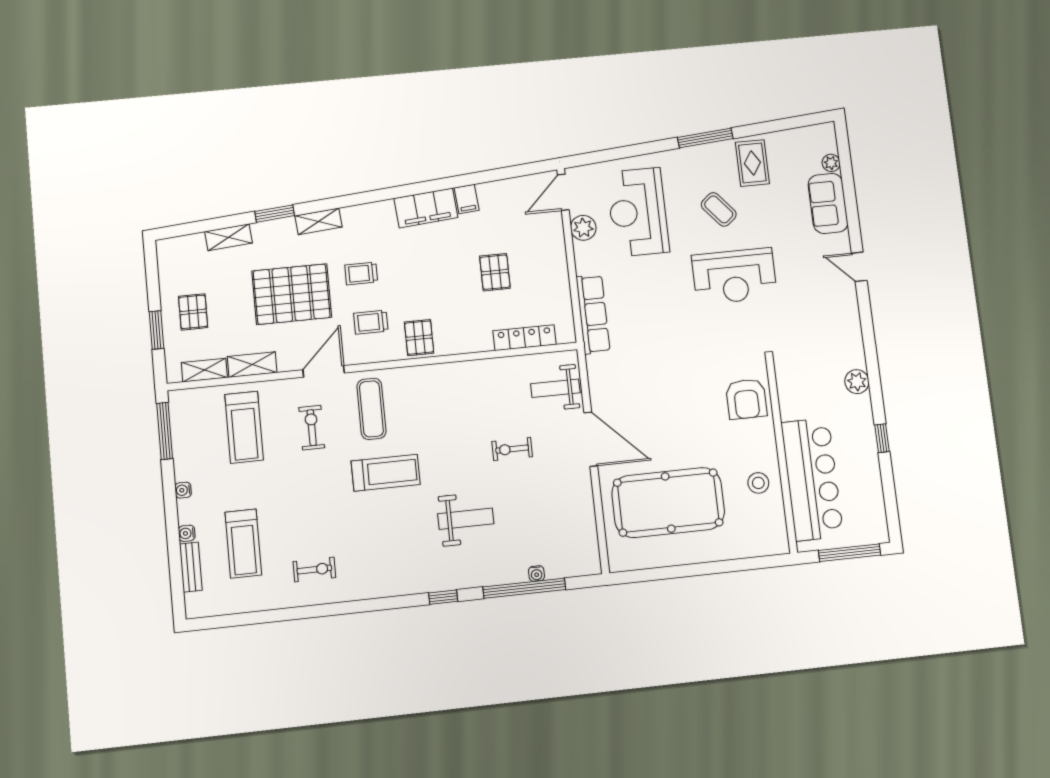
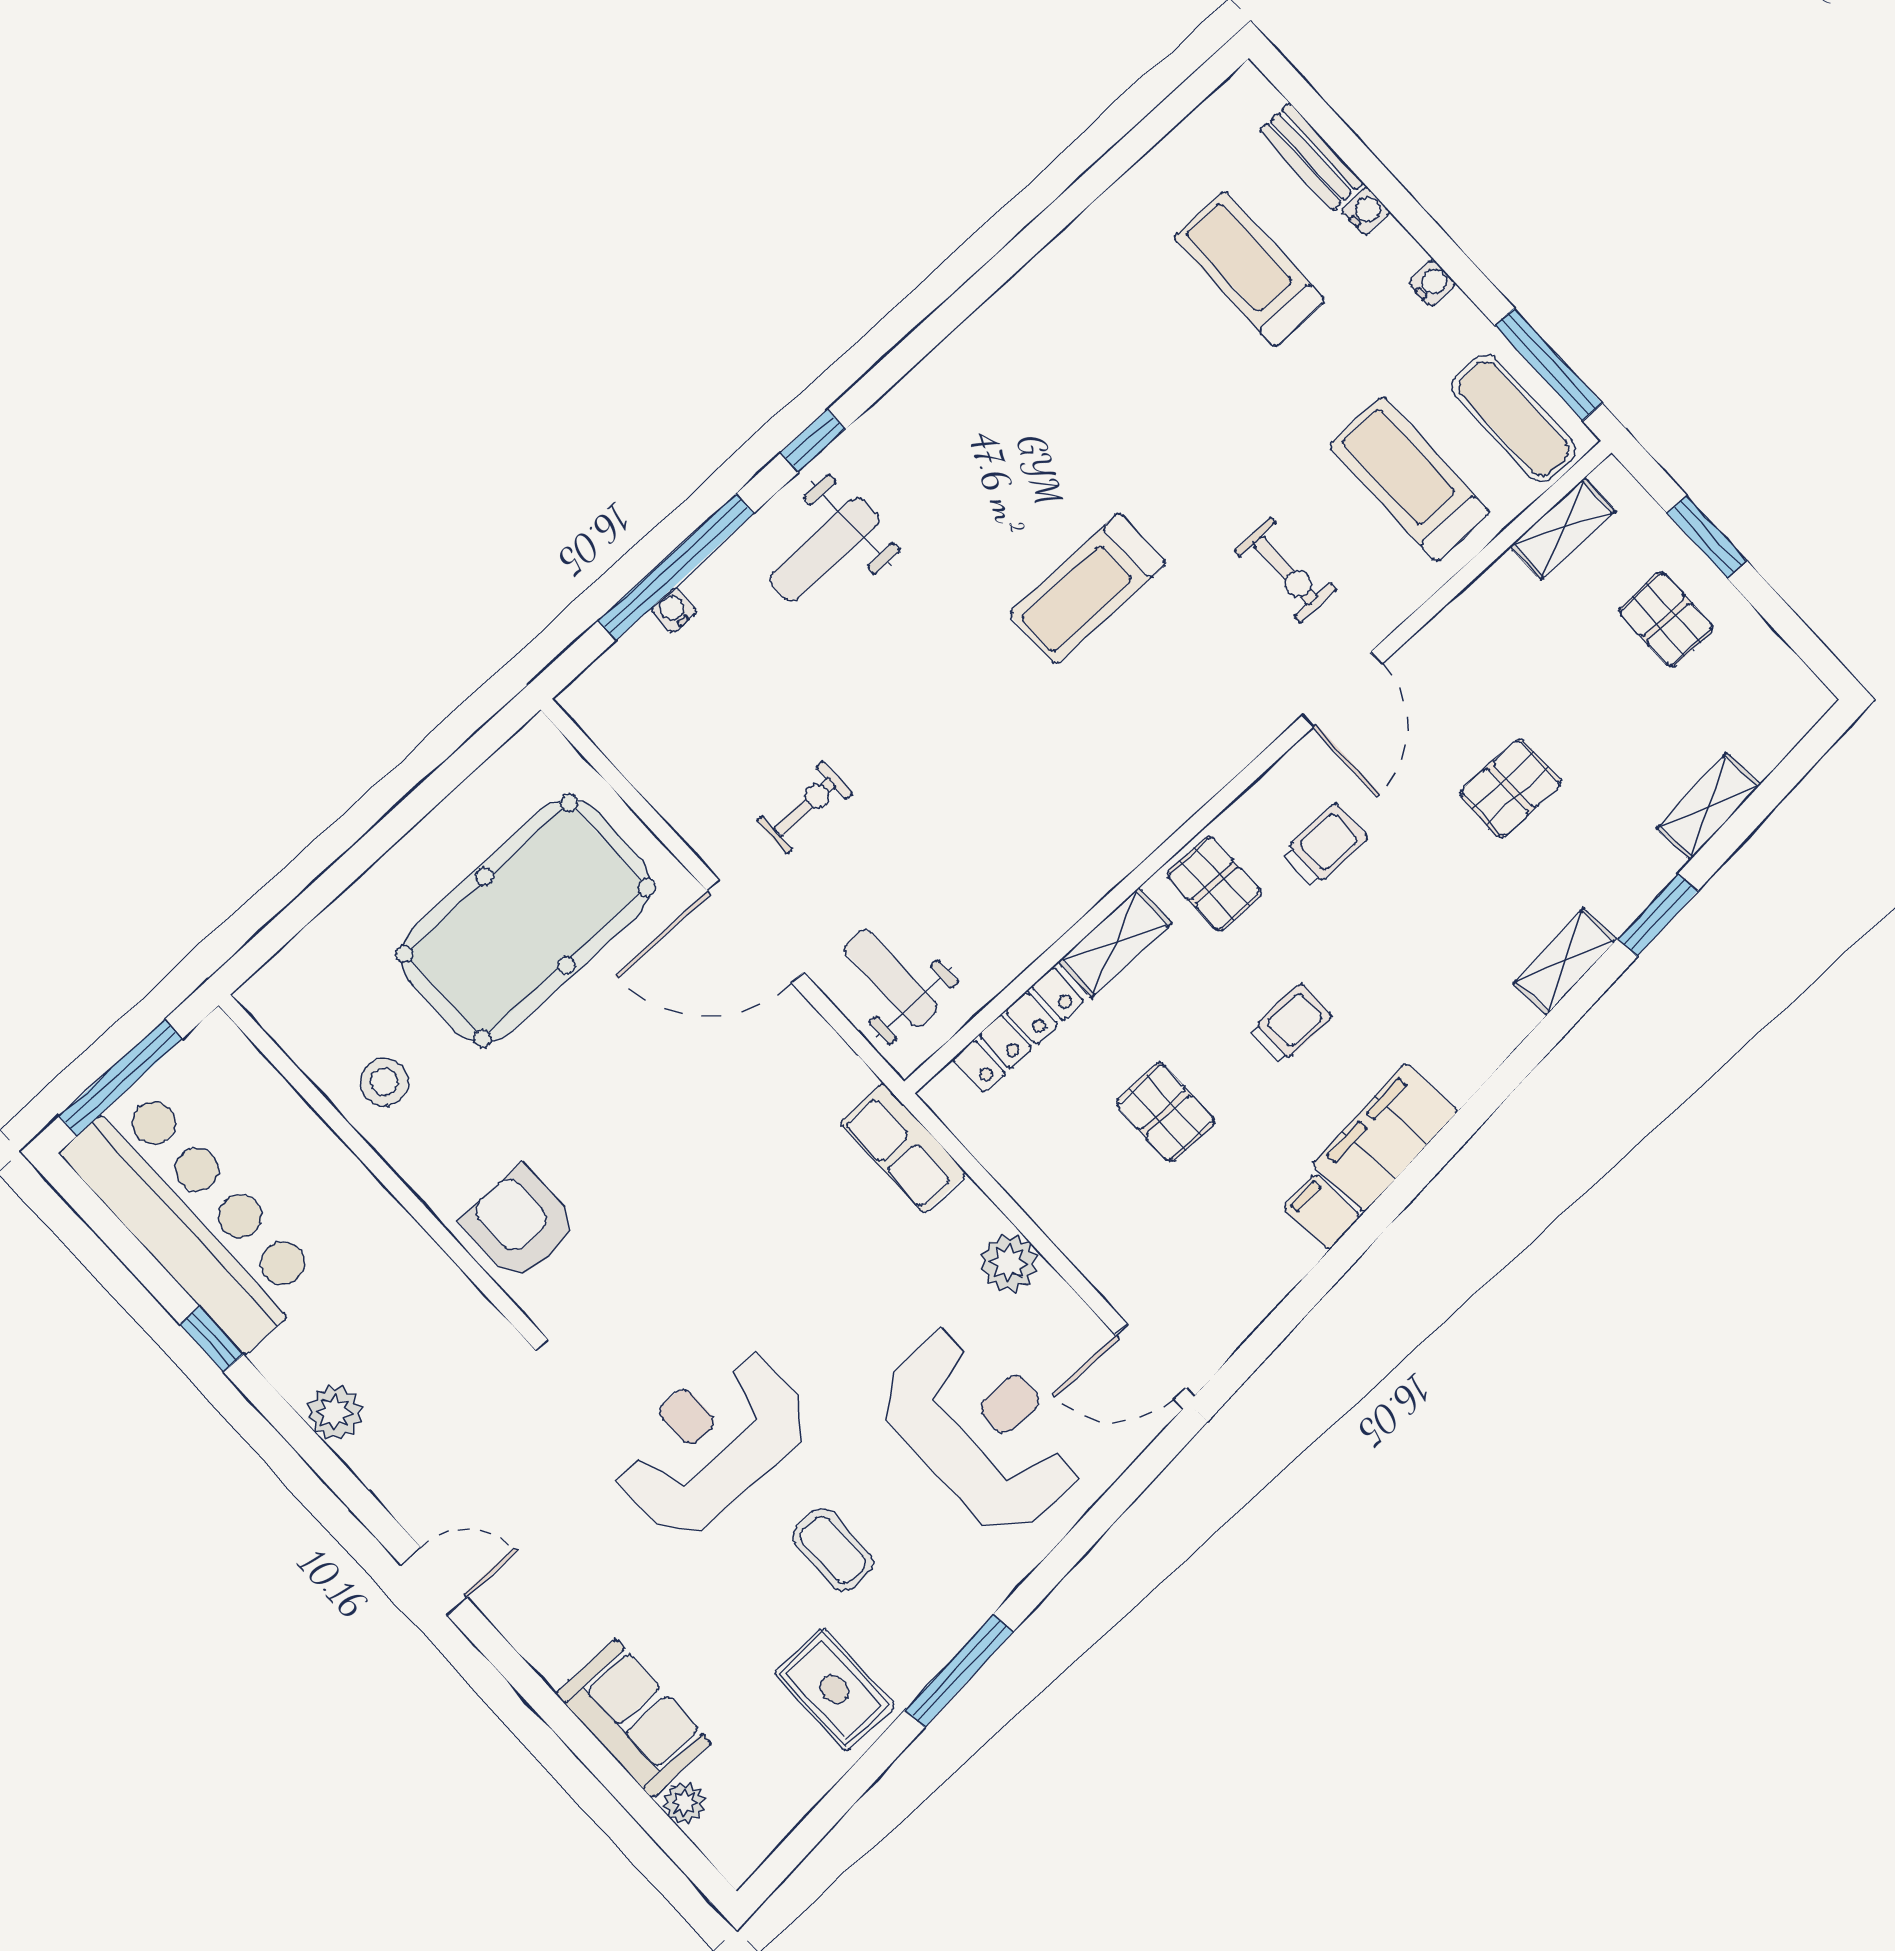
door: (563, 192) -> (1151, 1362), swing flipped
coffee table: (719, 209) -> (833, 1550), turned 40
plant: (583, 228) -> (1009, 1263), moved
door: (859, 267) -> (434, 1581), moved
trolley: (361, 273) -> (1291, 1024), moved
pallet: (292, 294) -> (1511, 788), width x0.49, depth x0.50
row of seats: (593, 314) -> (903, 1148), width x0.68
shelving: (252, 365) -> (1115, 942), moved
weight bench: (555, 388) -> (891, 978), turned -90
exercise mat: (371, 409) -> (1514, 418), moved
exercise bike: (512, 449) -> (805, 807), moved
bar counter: (812, 479) -> (193, 1217), moved, turned 180
weight bench: (466, 519) -> (824, 550), moved
exercise bike: (314, 569) -> (1085, 318), removed

